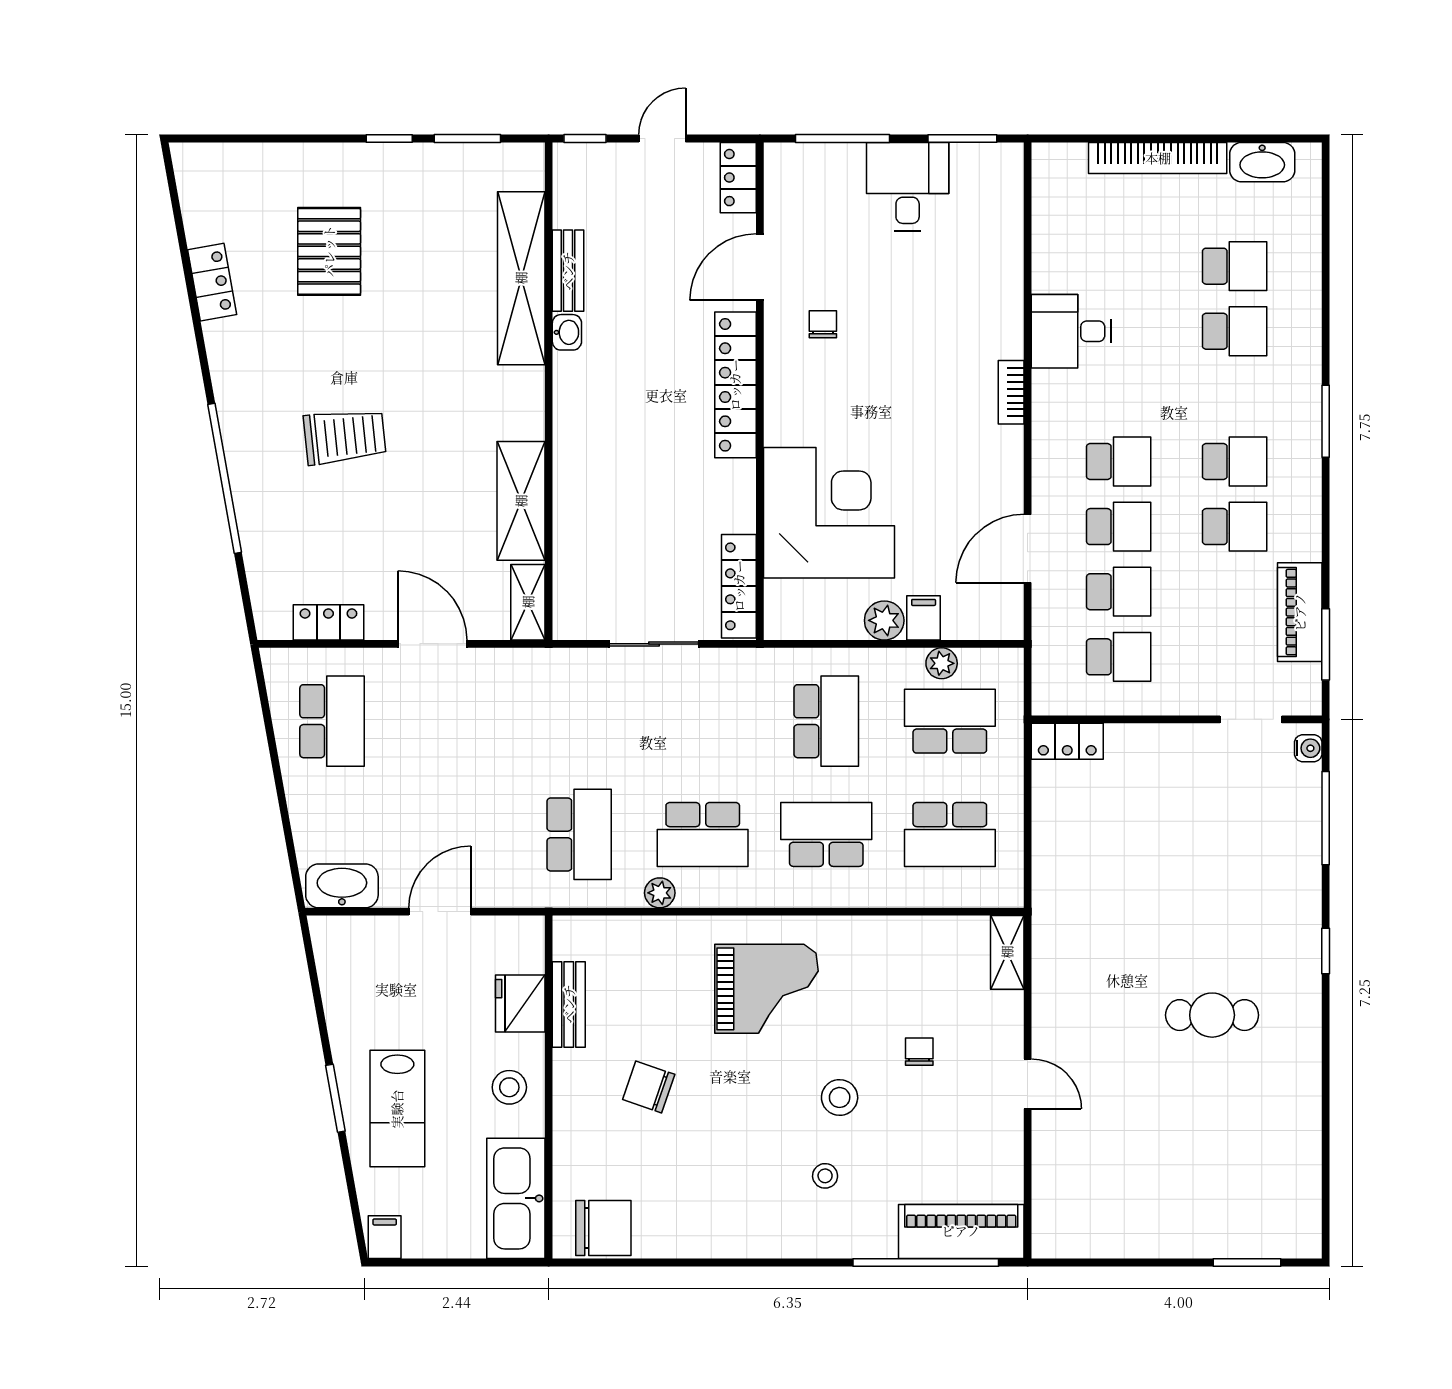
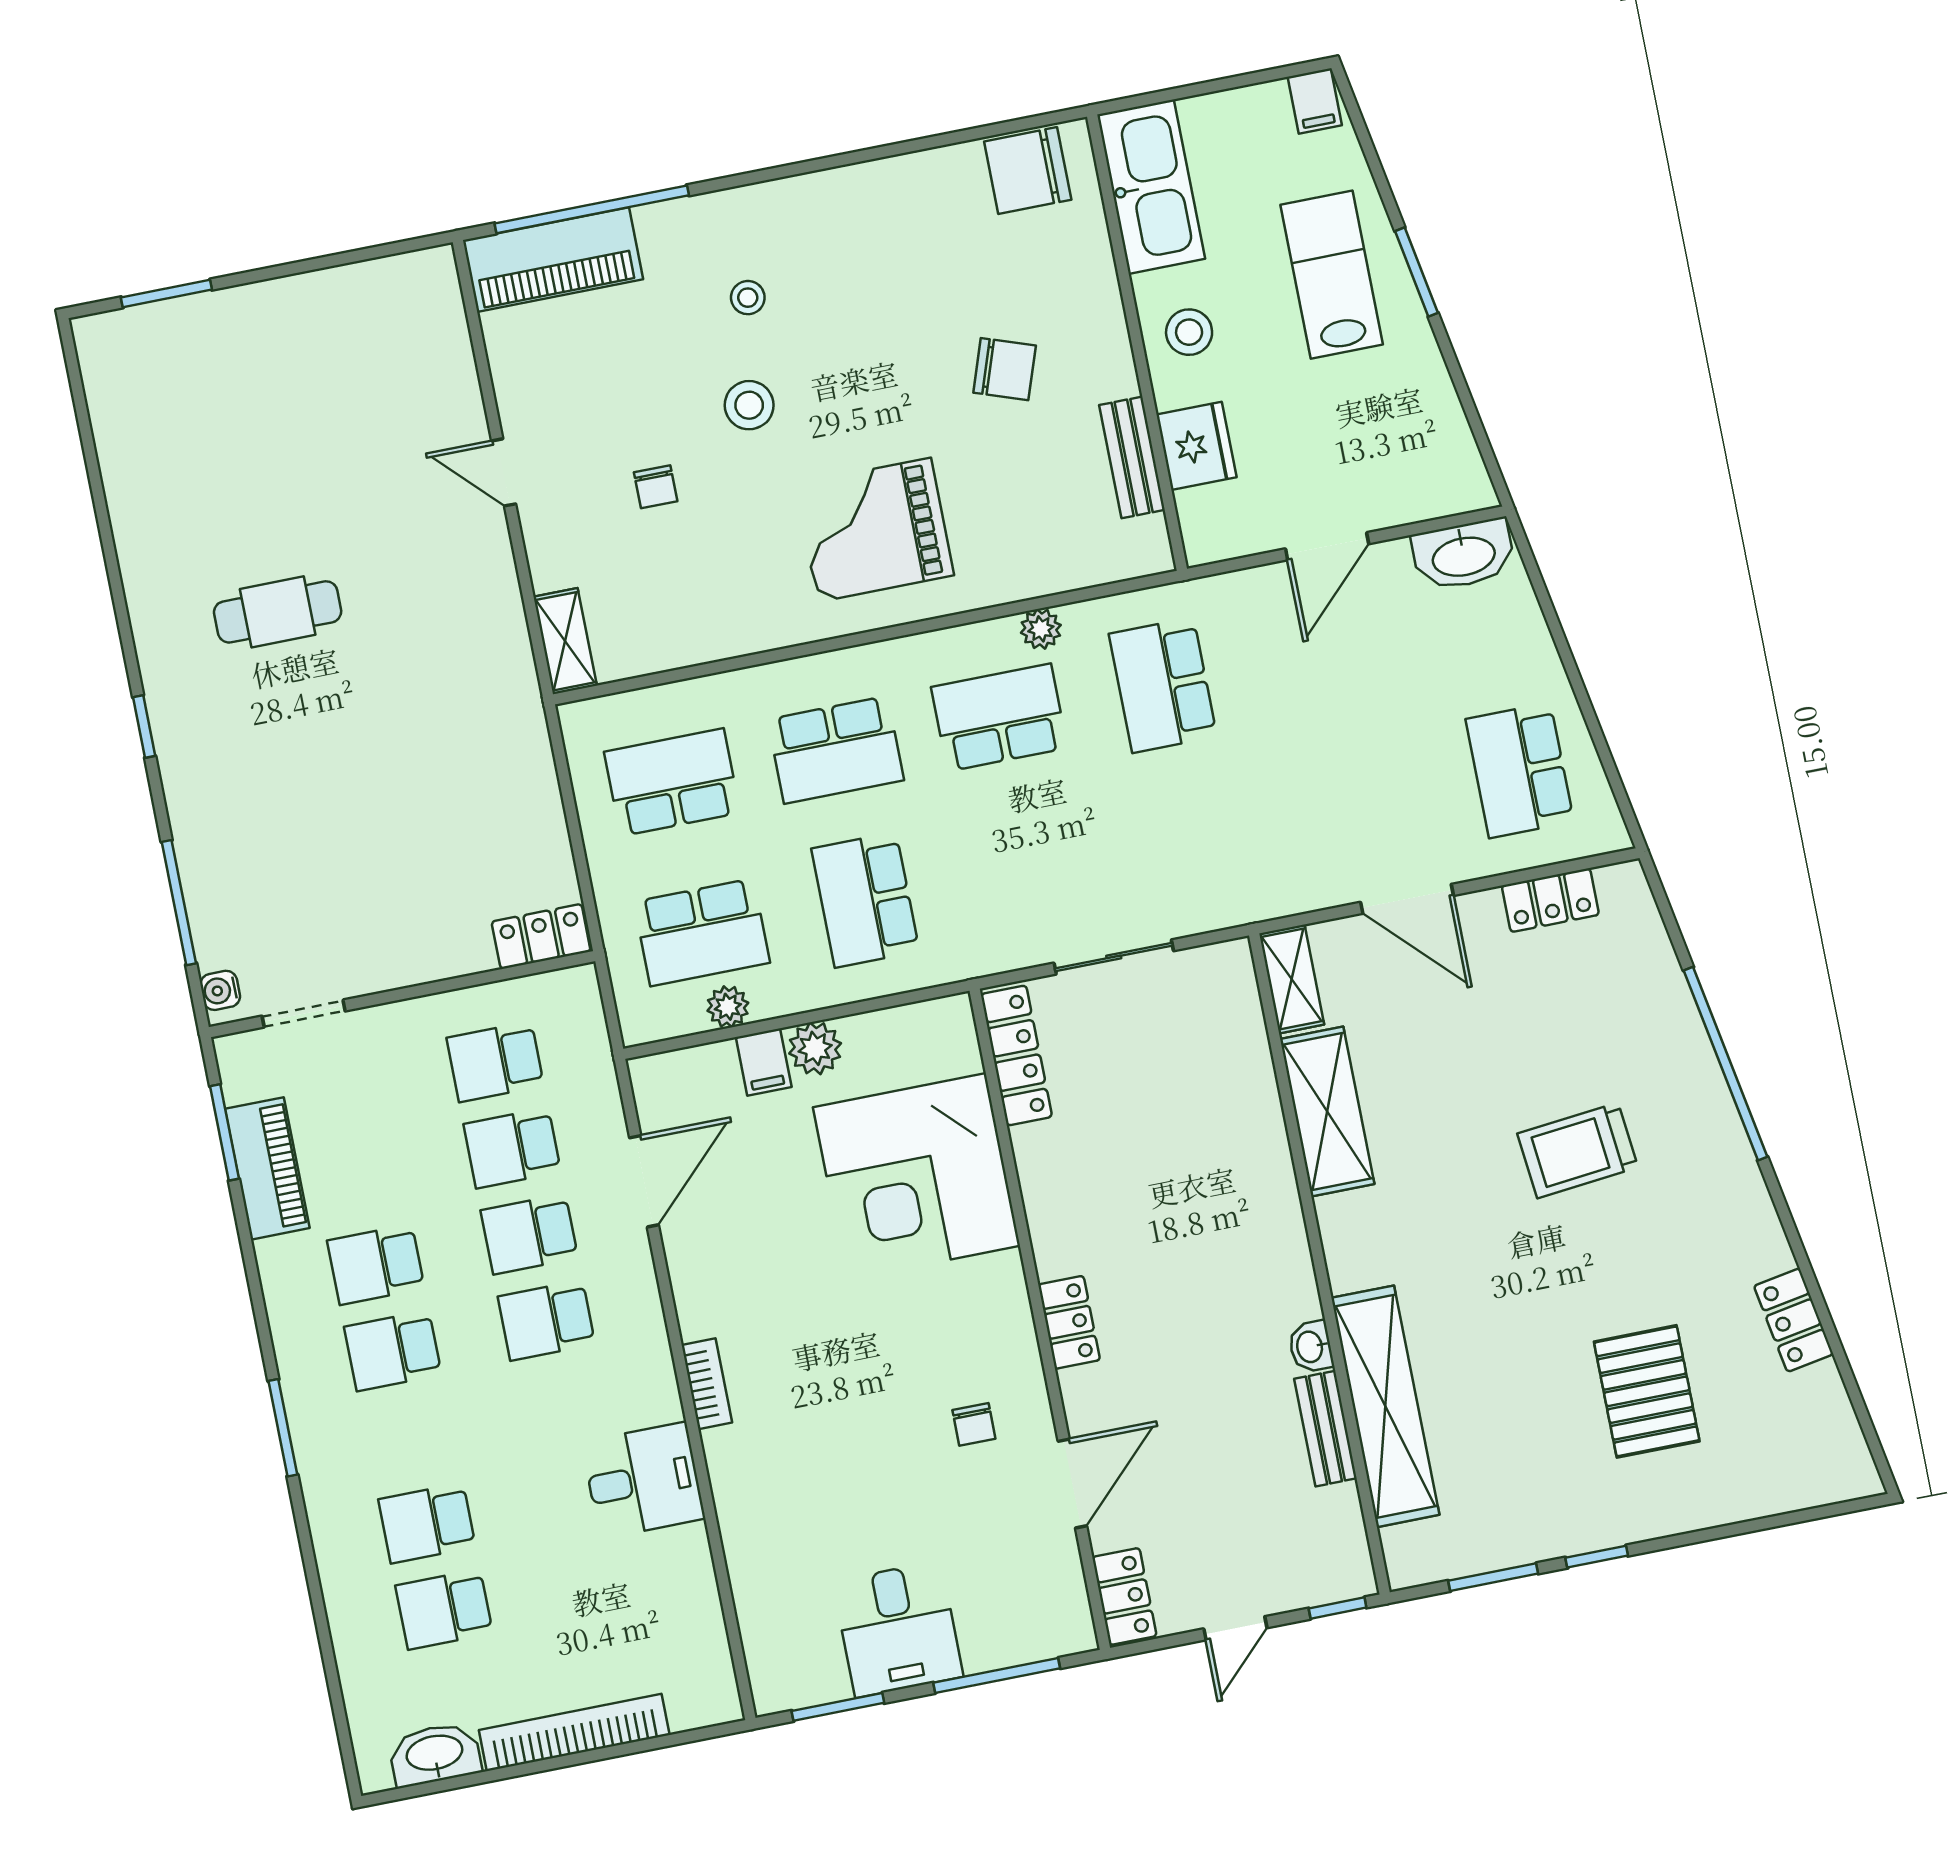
locker: (735, 385) -> (1069, 1322), width x0.46, depth x0.83

